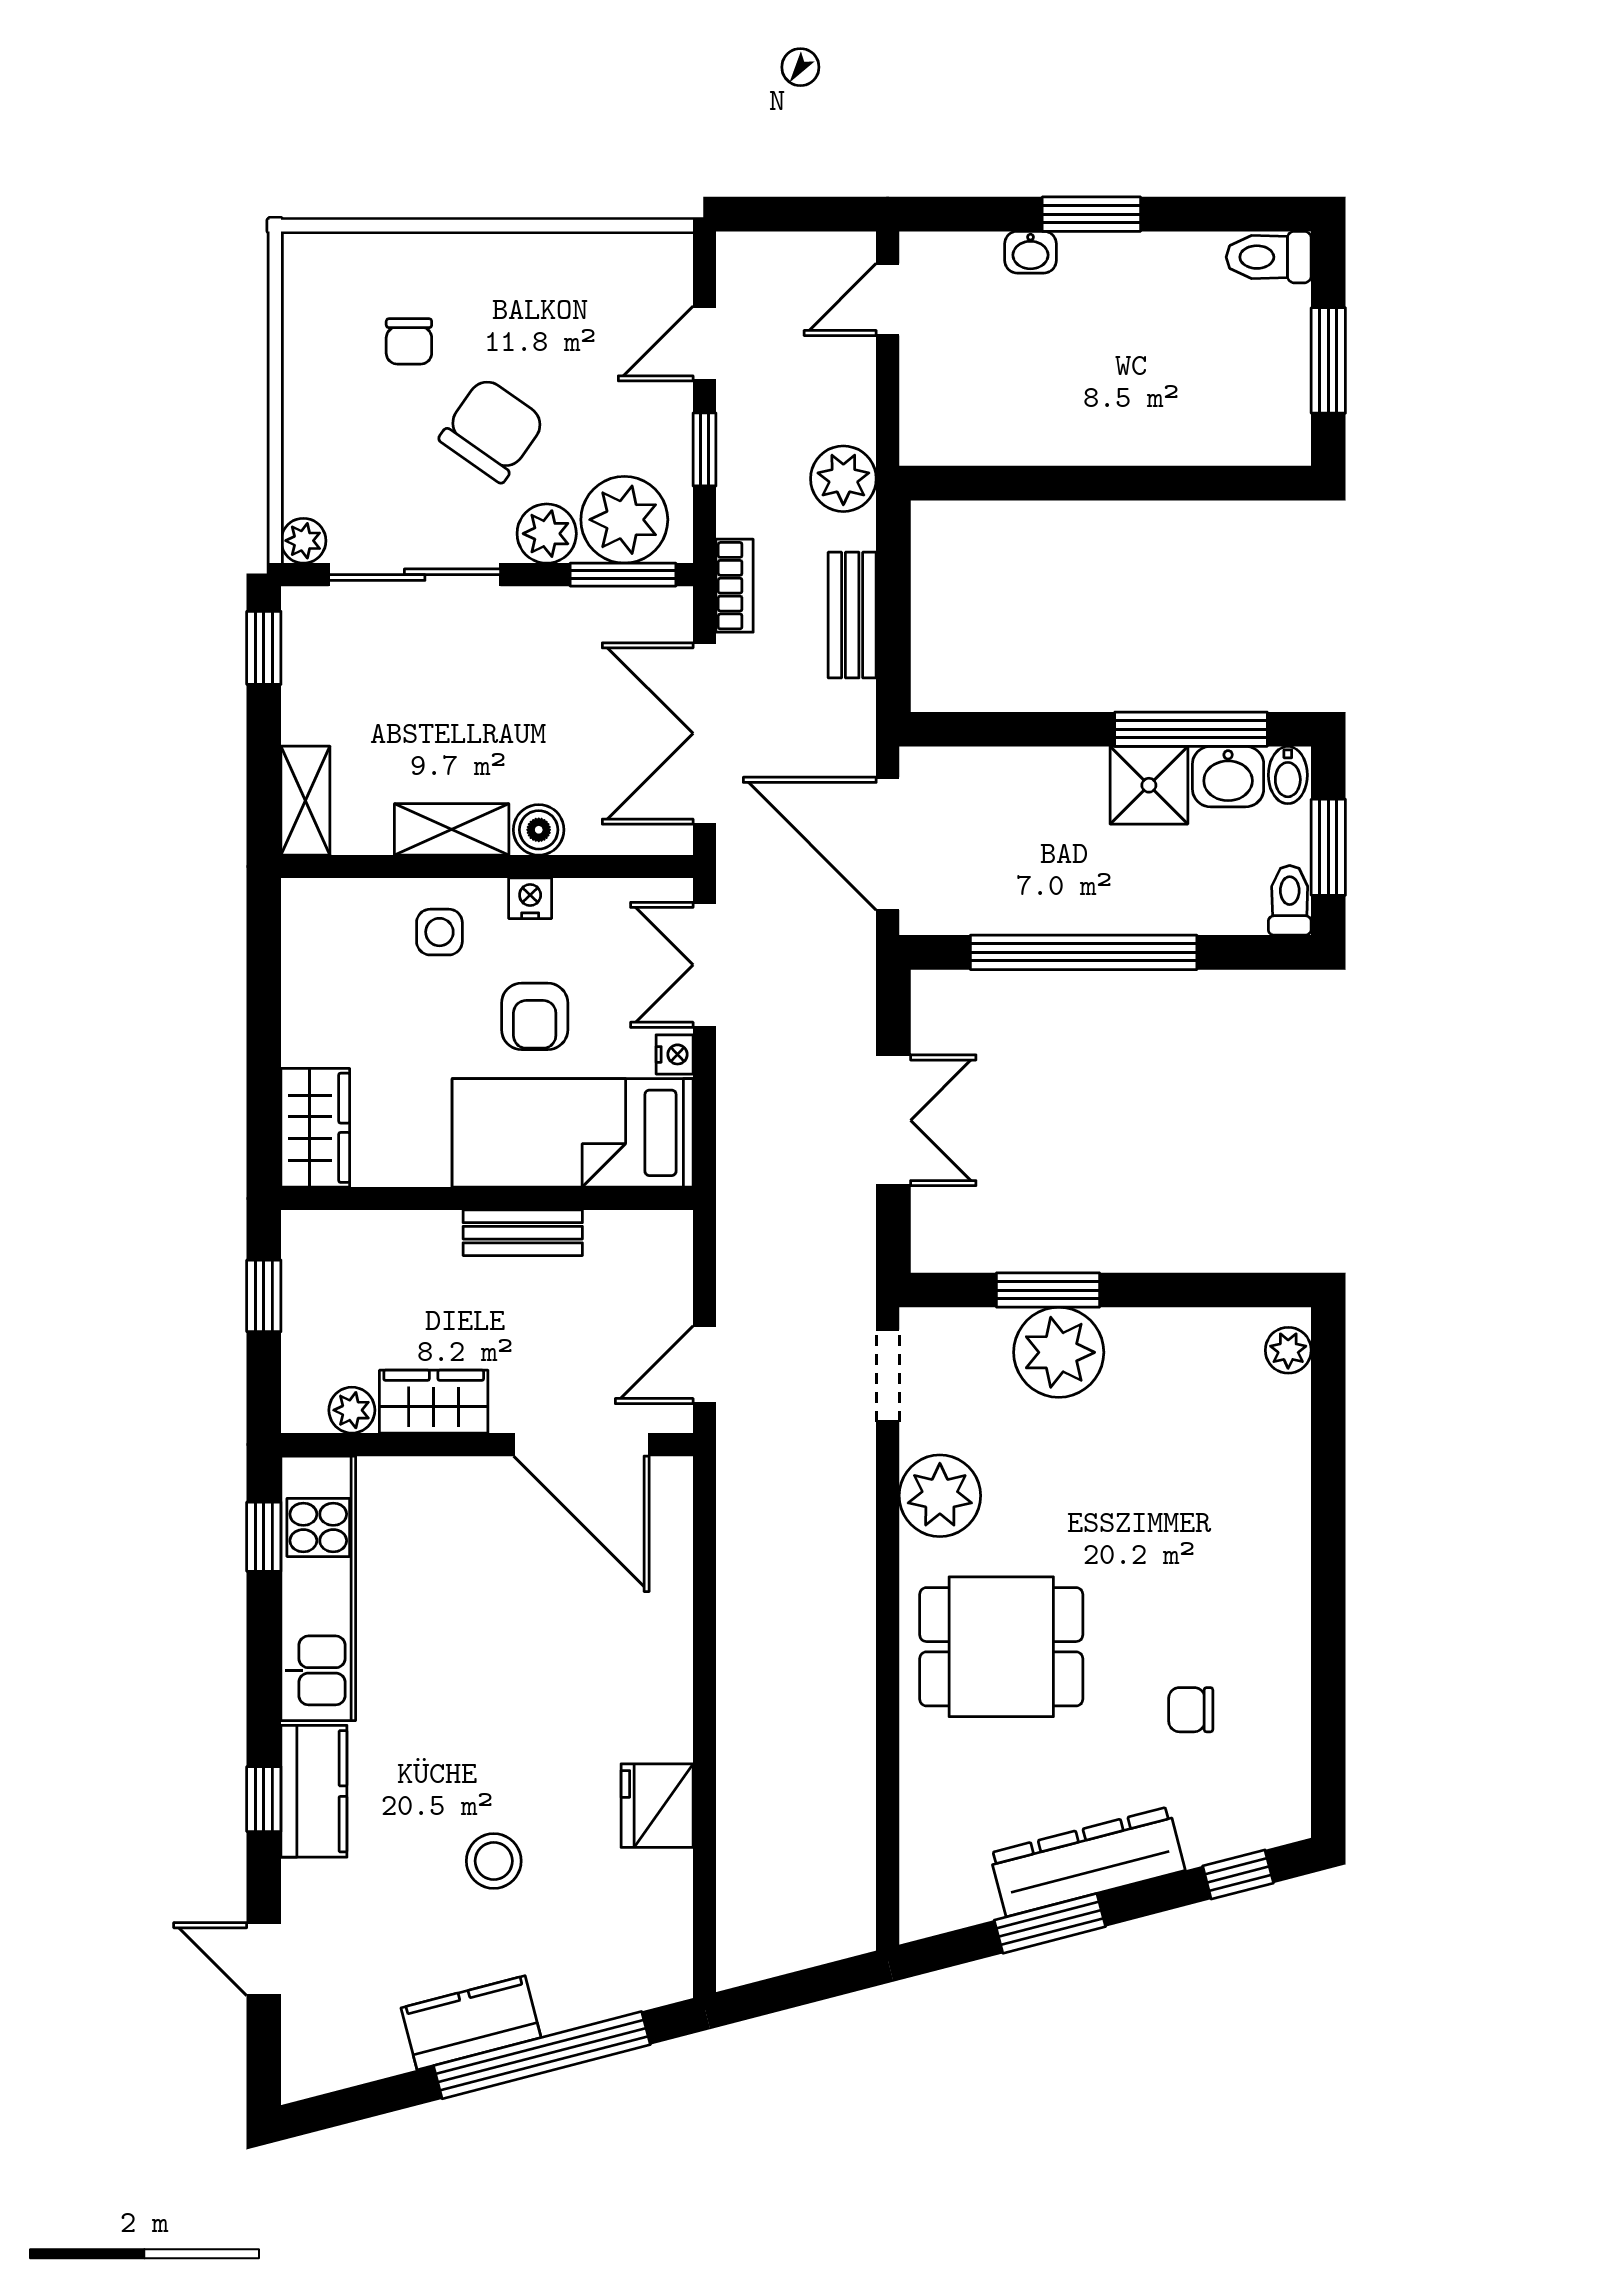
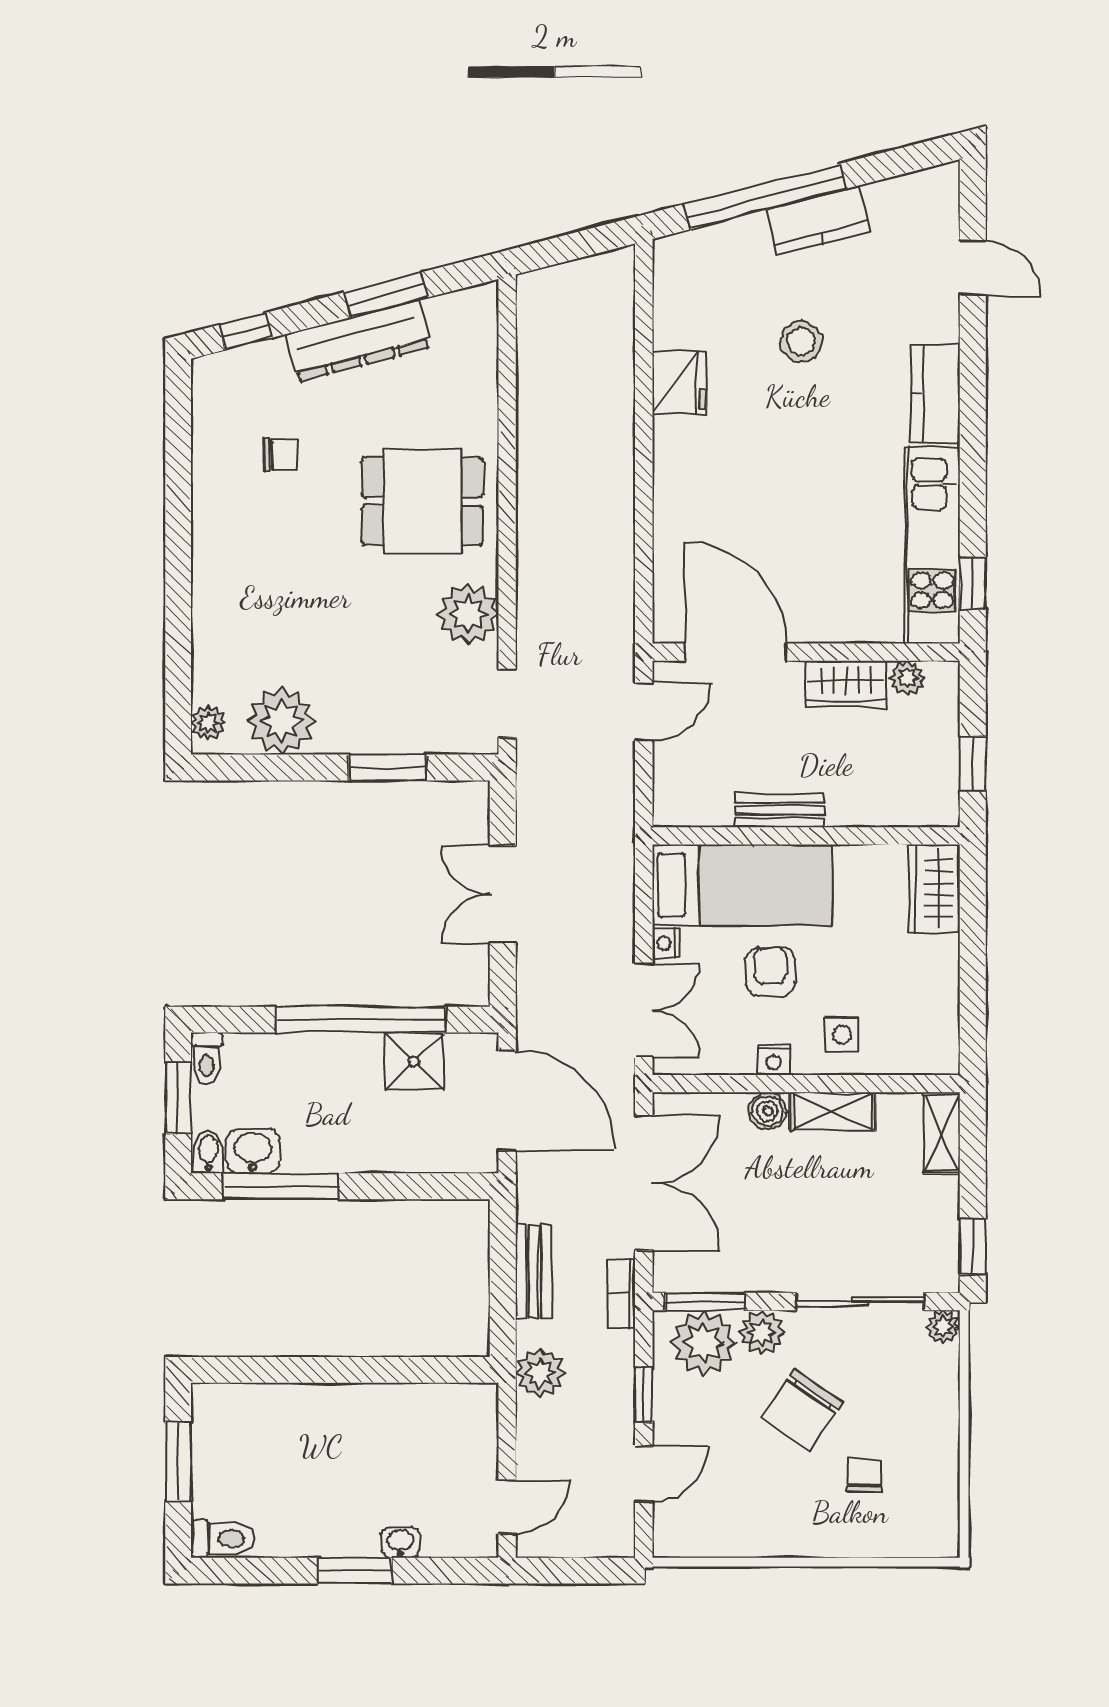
shower: (1149, 785) -> (414, 1061), moved
plant: (1059, 1352) -> (281, 721), moved
window: (264, 1799) -> (973, 388), removed

